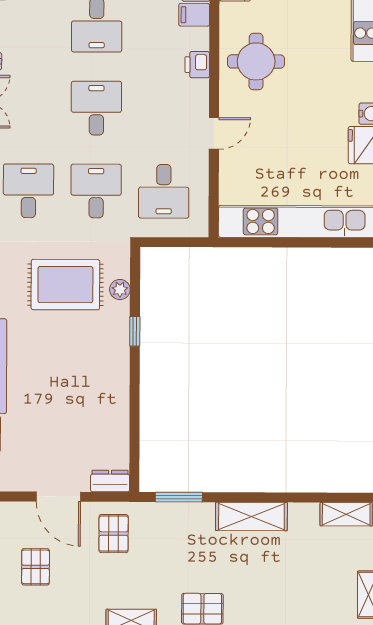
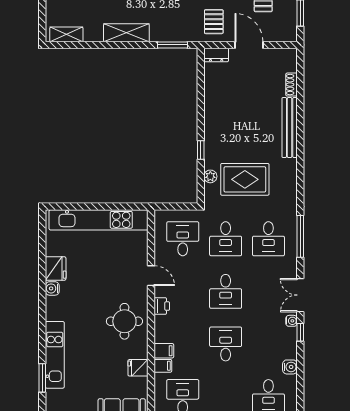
printer: (197, 65) -> (162, 306), moved
door: (214, 133) -> (151, 276), swing flipped

